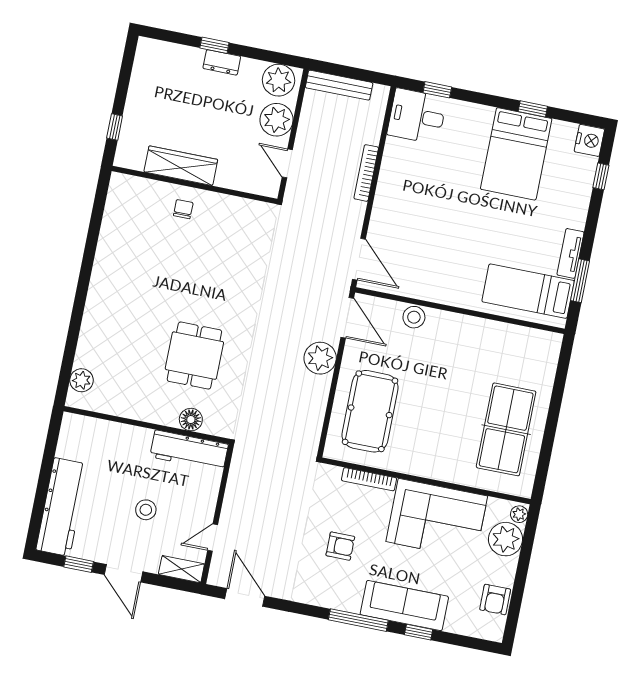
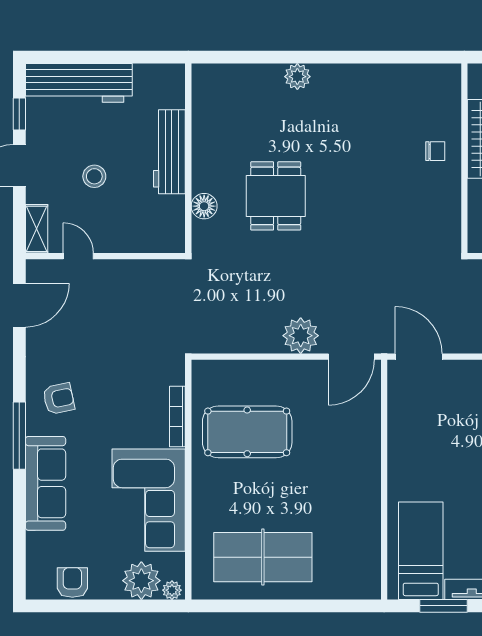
door: (359, 259) -> (419, 357), swing flipped
stool: (414, 317) -> (367, 430), removed
dining table: (194, 356) -> (276, 196), turned 90
plant: (81, 380) -> (297, 77), moved
pool table: (370, 411) -> (247, 432), moved
workbench: (189, 451) -> (169, 152), moved
armchair: (340, 546) -> (59, 399), moved, turned -102
armchair: (495, 599) -> (72, 583), turned 90
window: (419, 632) -> (19, 505), removed

